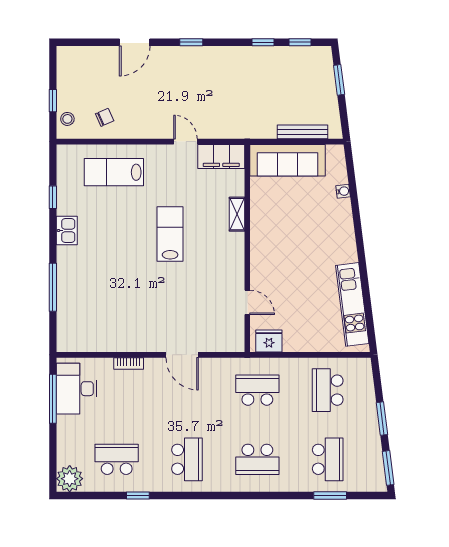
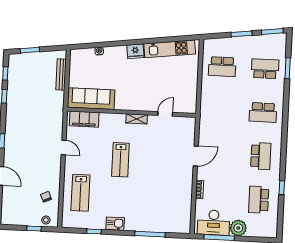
door: (185, 142) -> (64, 147), swing flipped
filing cabinet: (221, 156) -> (84, 119), moved, turned 90
sofa: (288, 160) -> (91, 99), moved, turned -90
shelving: (237, 214) -> (137, 119), moved
lab bench: (170, 234) -> (120, 160), turned -90
fridge: (269, 341) -> (135, 51), moved, turned -97
school desk: (257, 390) -> (220, 110), removed
school desk: (187, 459) -> (261, 156), turned 90
school desk: (257, 459) -> (263, 112), turned 90
plant: (70, 479) -> (238, 228), moved

